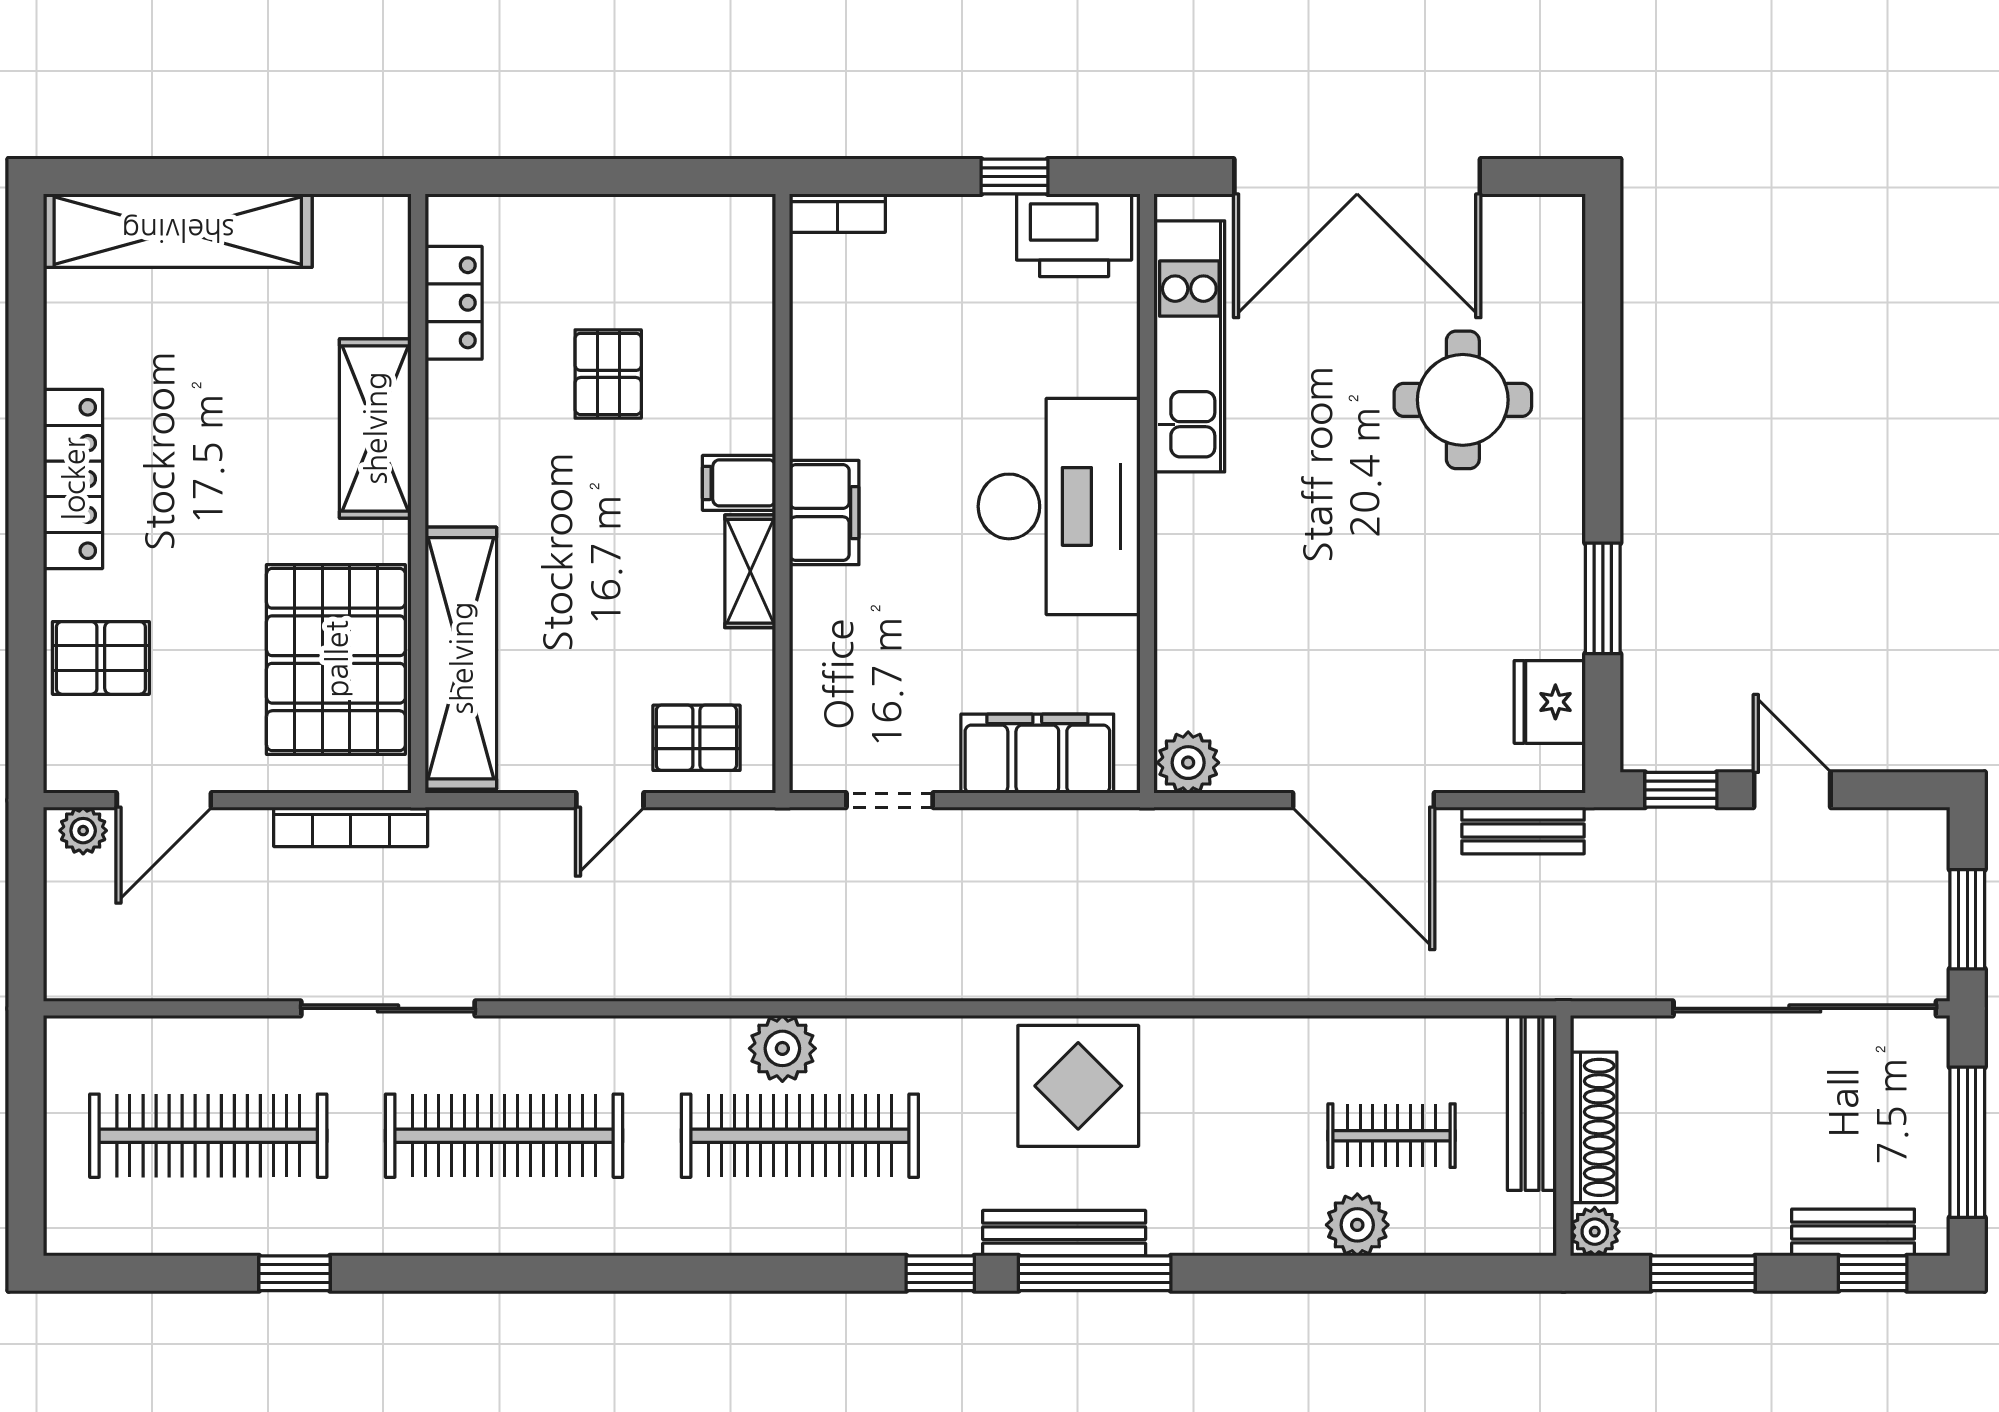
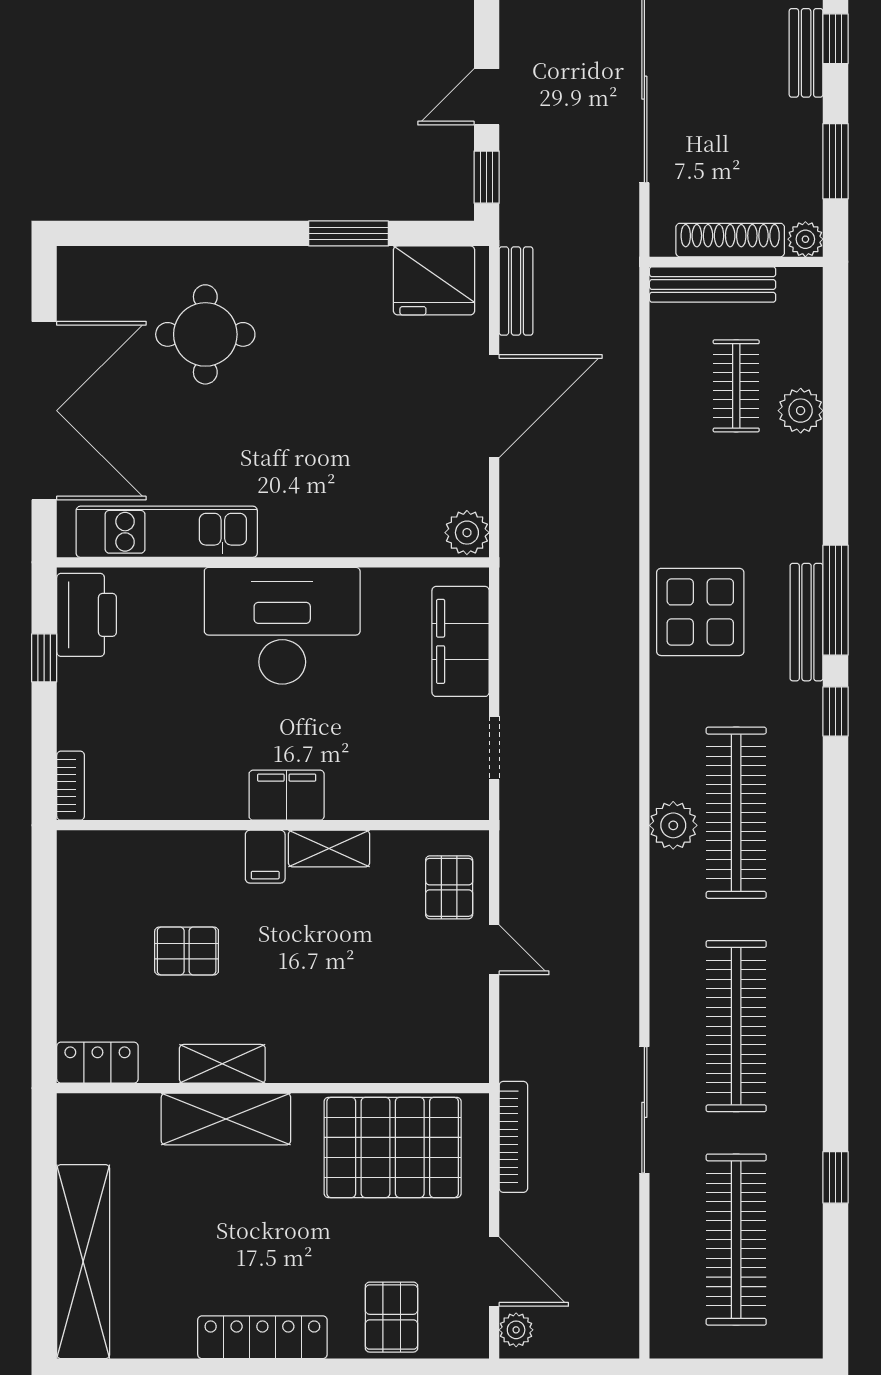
locker: (454, 303) -> (97, 1063), moved
shelving: (461, 658) -> (222, 1064), moved, width x0.45, depth x0.75
fridge: (1550, 702) -> (434, 280), width x1.36, depth x1.34

